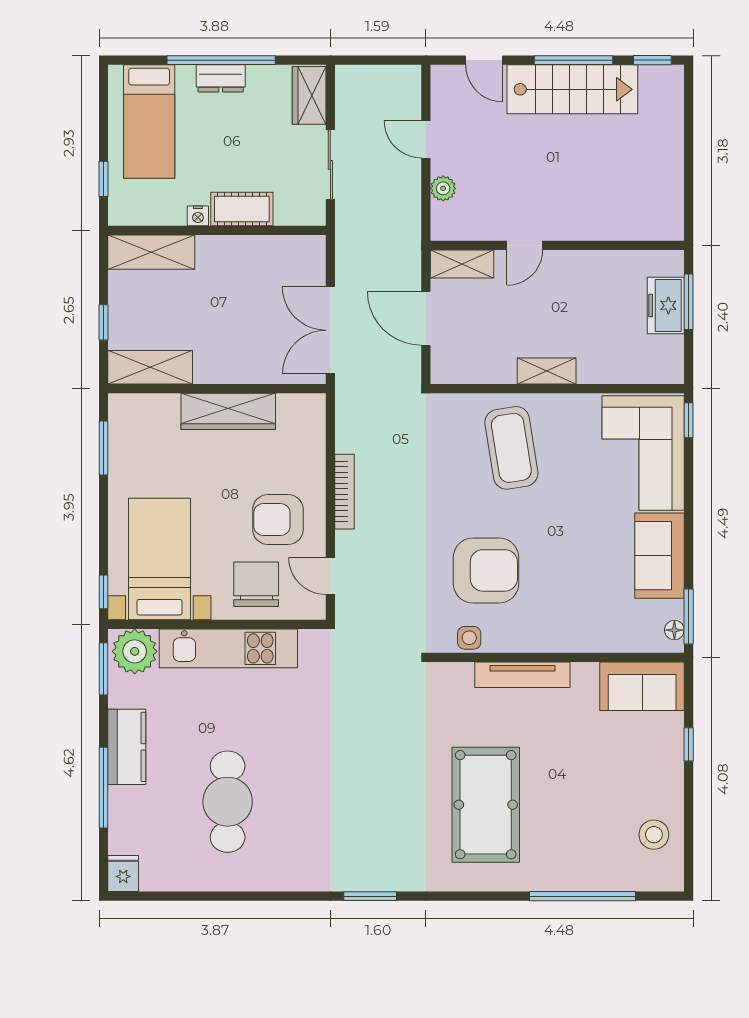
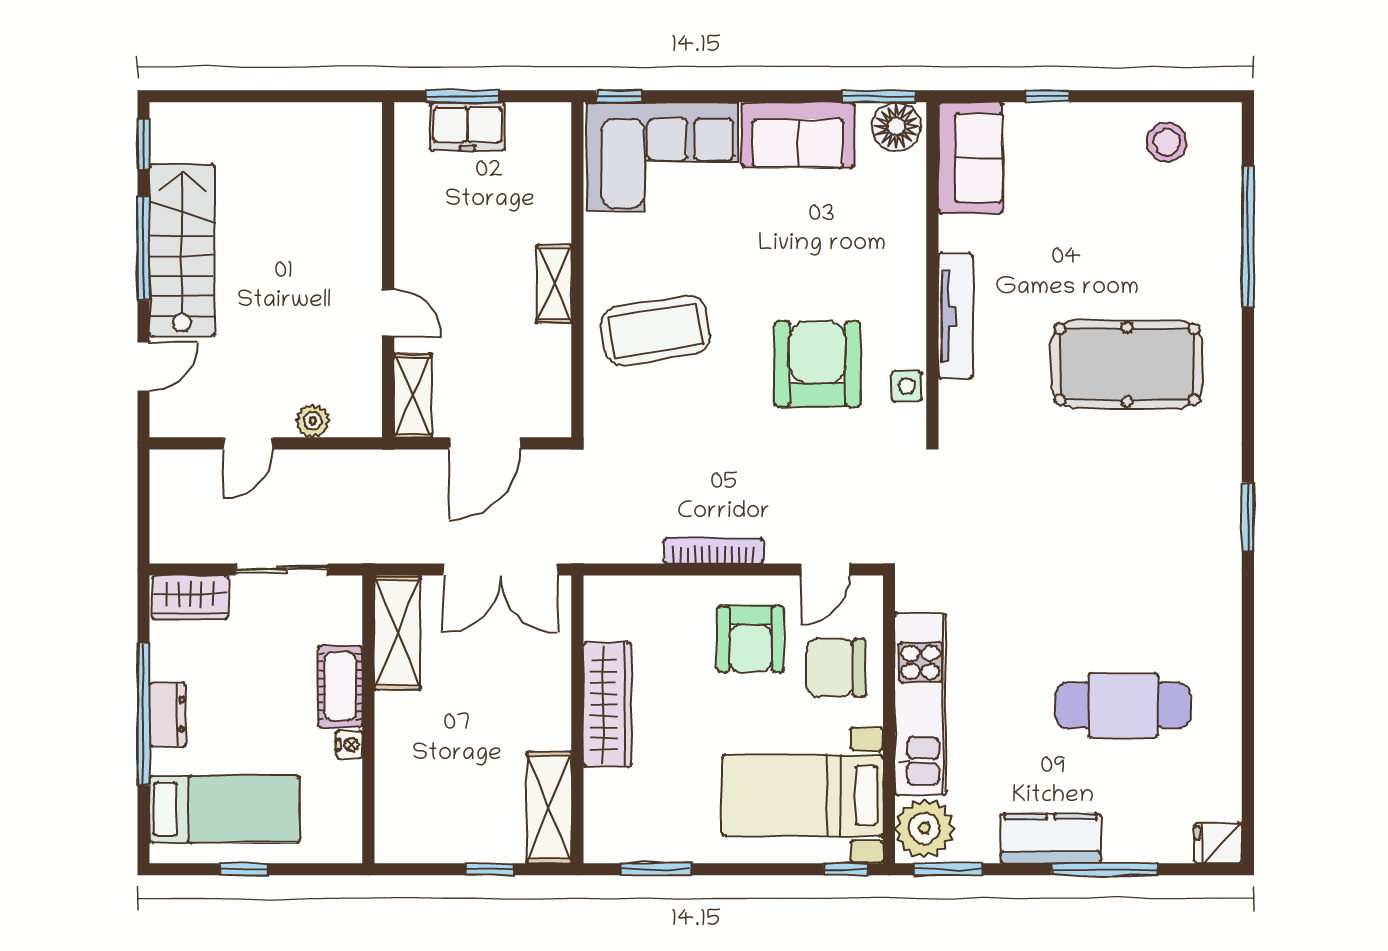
window: (104, 179) -> (243, 869), moved
shelving: (151, 252) -> (397, 633), moved
floor lamp: (674, 630) -> (896, 127), width x1.89, depth x1.89

